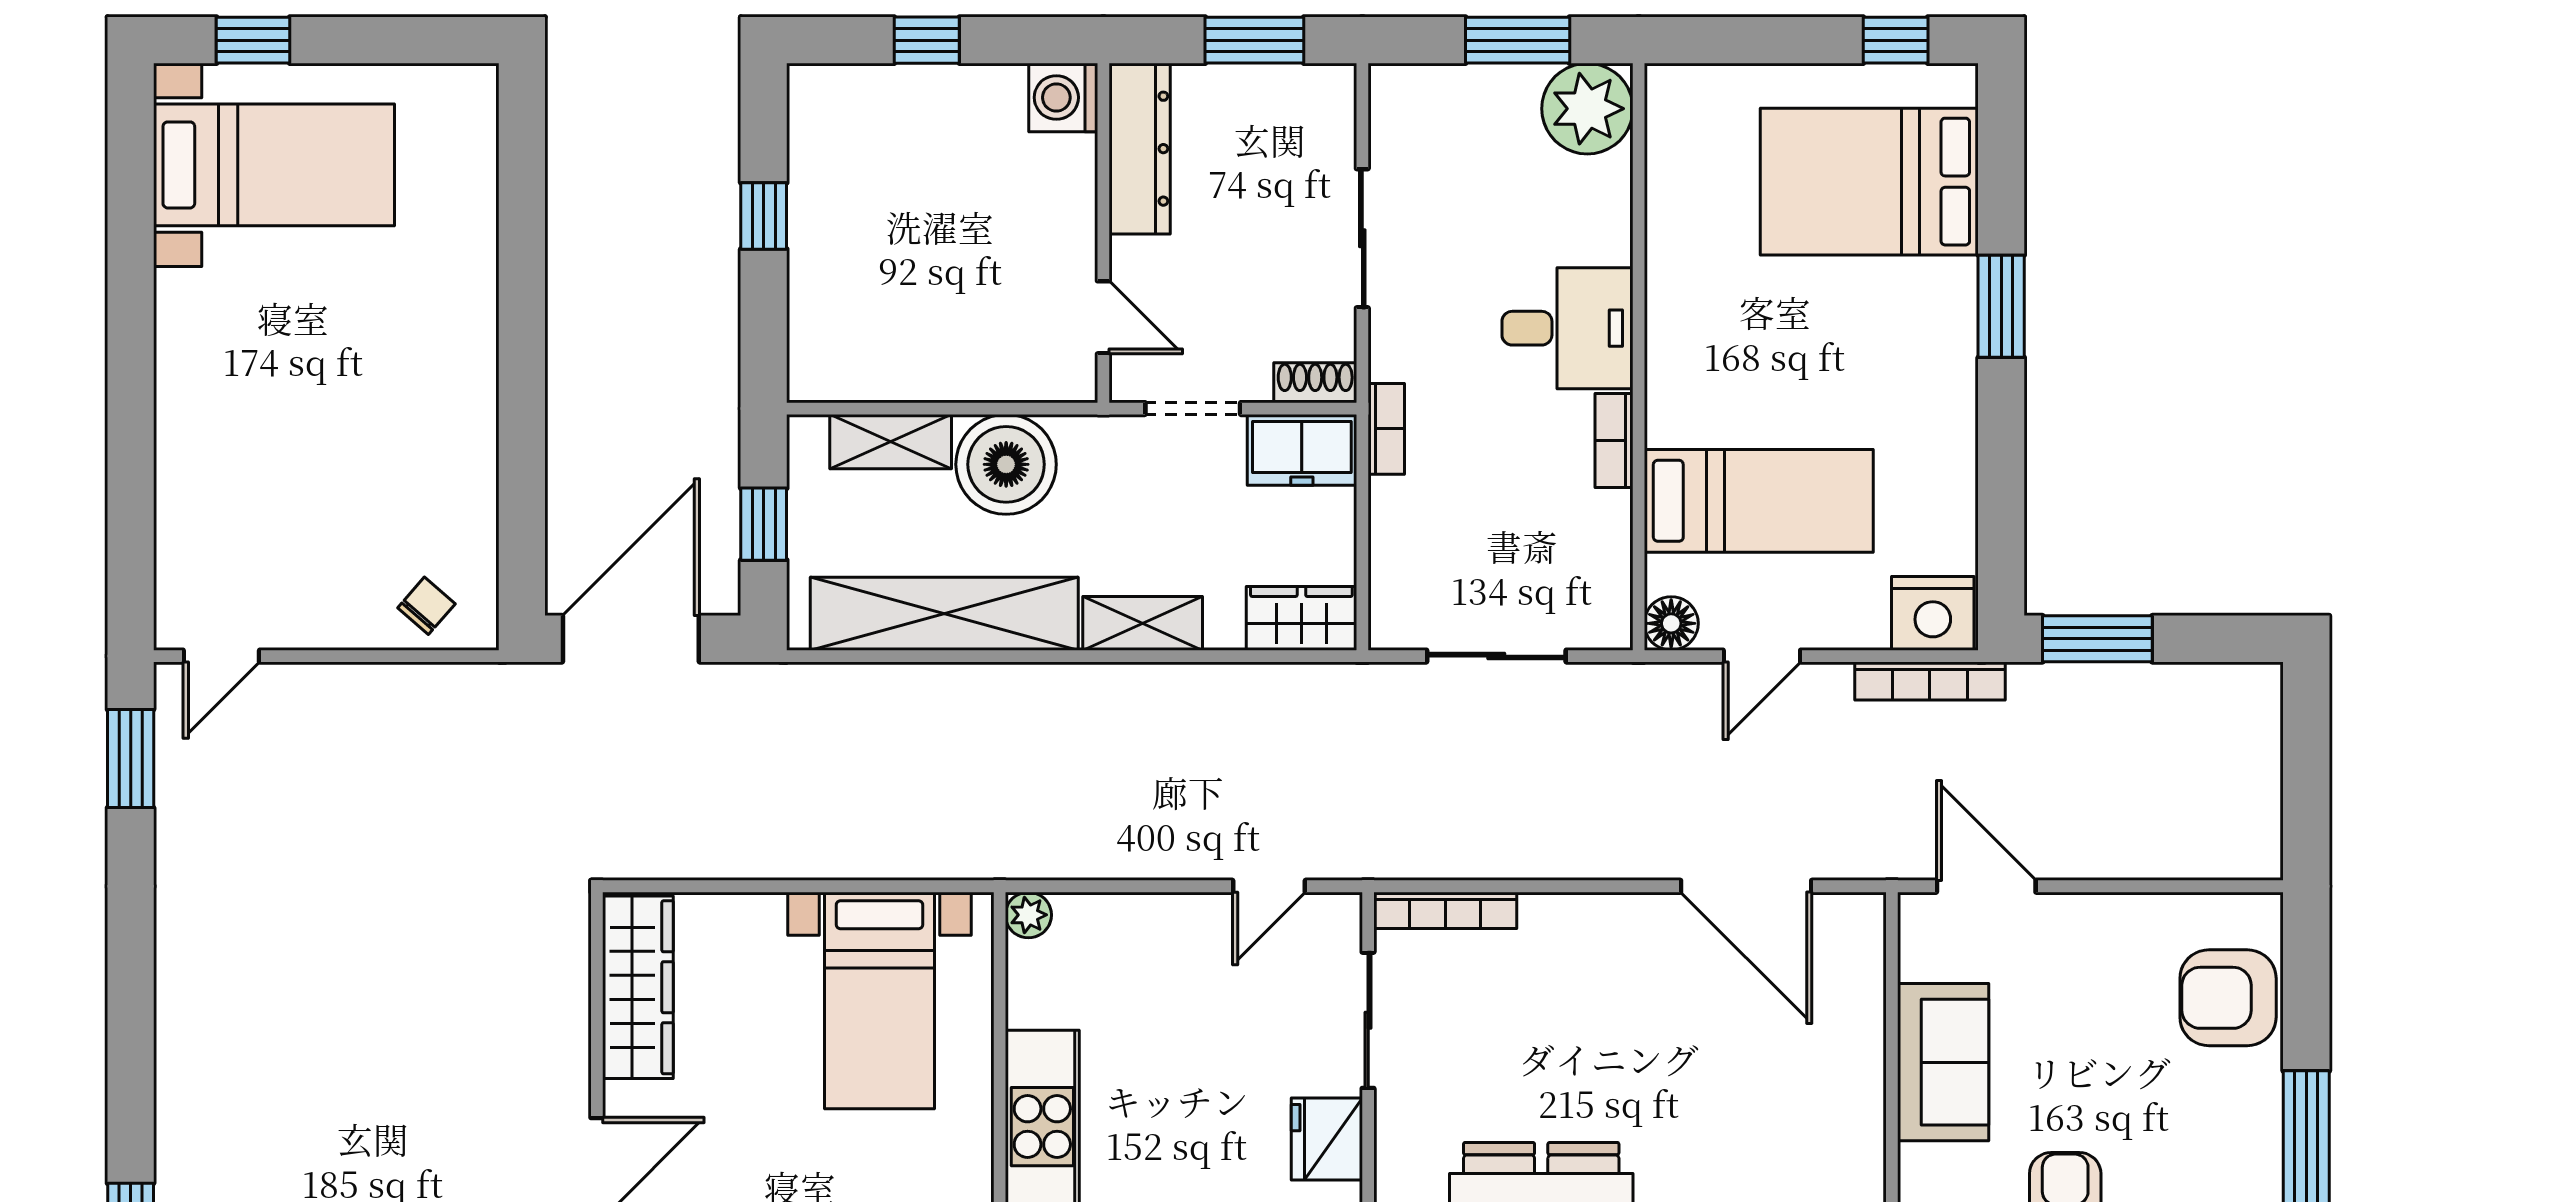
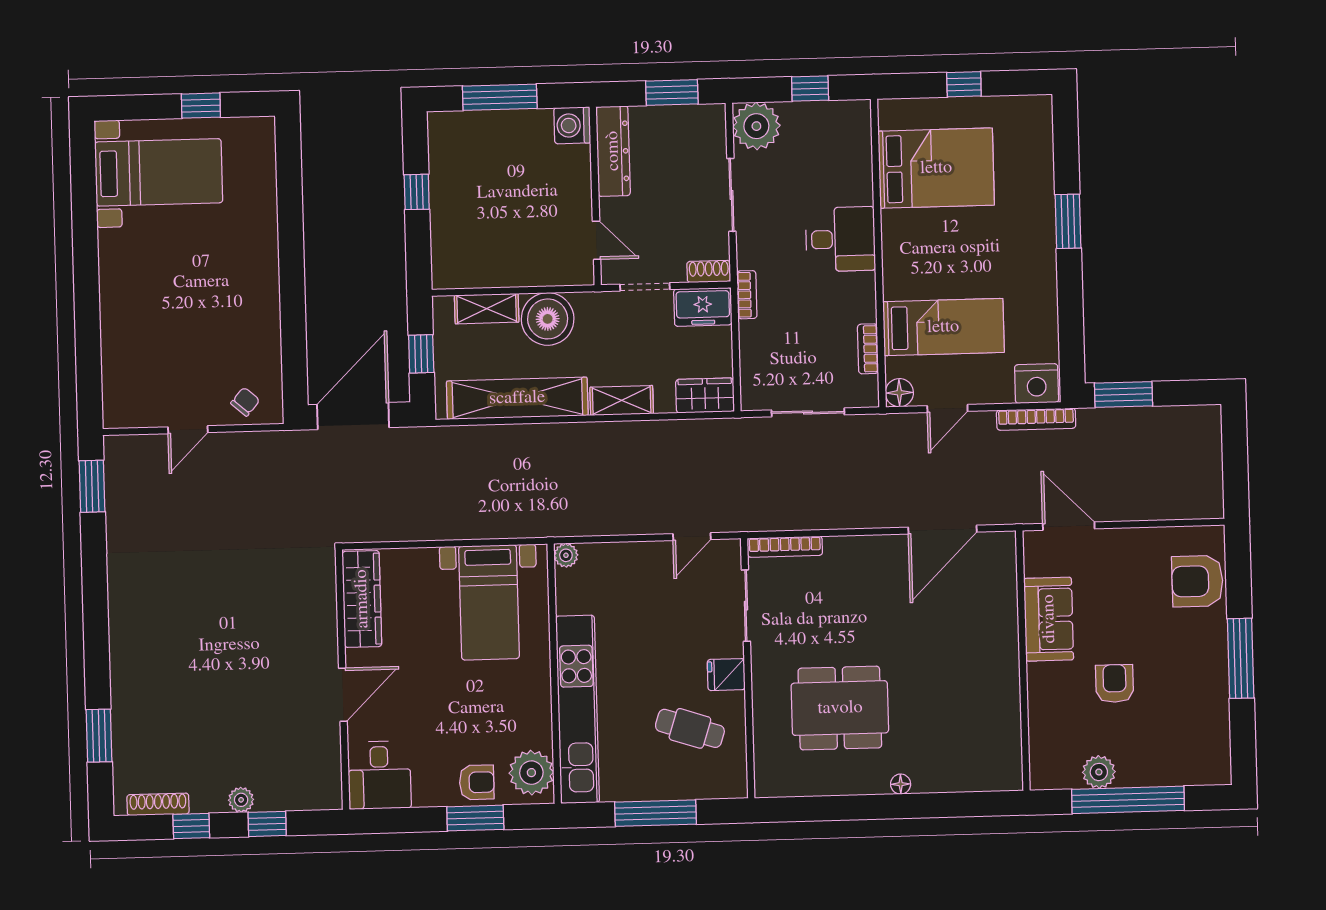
window: (253, 40) -> (201, 106), moved
window: (927, 40) -> (500, 97), width x2.17
window: (1518, 40) -> (810, 89), width x0.67
window: (1896, 40) -> (964, 84), moved
plant: (1587, 109) -> (756, 126), moved
bed: (1869, 182) -> (936, 168), moved, turned 180
bookcase: (1614, 441) -> (868, 349), moved
door: (221, 656) -> (188, 430), moved
door: (1746, 886) -> (943, 530), hinge flipped
fridge: (1327, 1139) -> (726, 675), width x0.72

